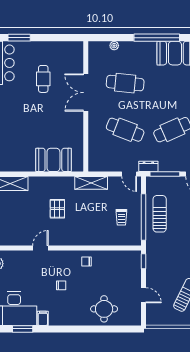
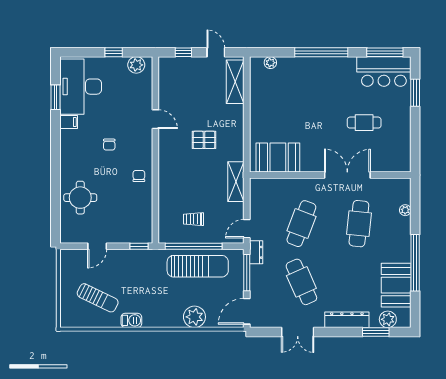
booth: (53, 160) -> (278, 158), moved, turned 90
sun lounger: (160, 214) -> (198, 266), width x1.36, depth x1.34

